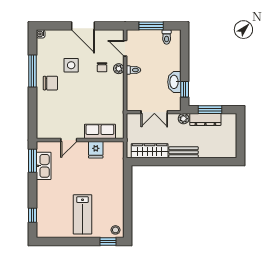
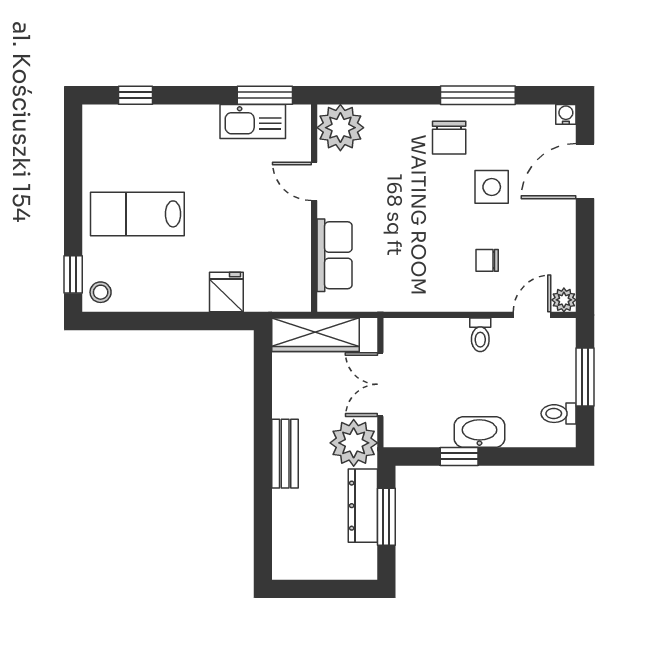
door: (83, 26) -> (585, 171), moved
plant: (119, 69) -> (564, 300), moved
washbasin: (174, 82) -> (479, 432), moved
window: (185, 89) -> (459, 456), moved
plant: (184, 119) -> (354, 443), width x1.88, depth x1.88
plant: (46, 129) -> (340, 128), added
fridge: (96, 150) -> (226, 292), moved, turned 90
wardrobe: (150, 151) -> (315, 335), moved, turned 90

